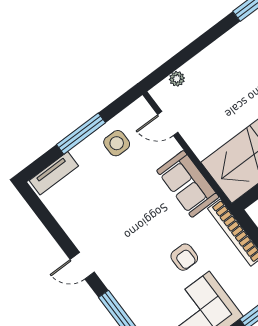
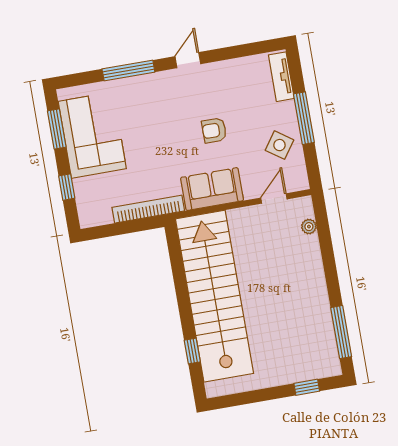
side table: (117, 143) -> (279, 145), turned 35
armchair: (184, 257) -> (214, 130), moved

